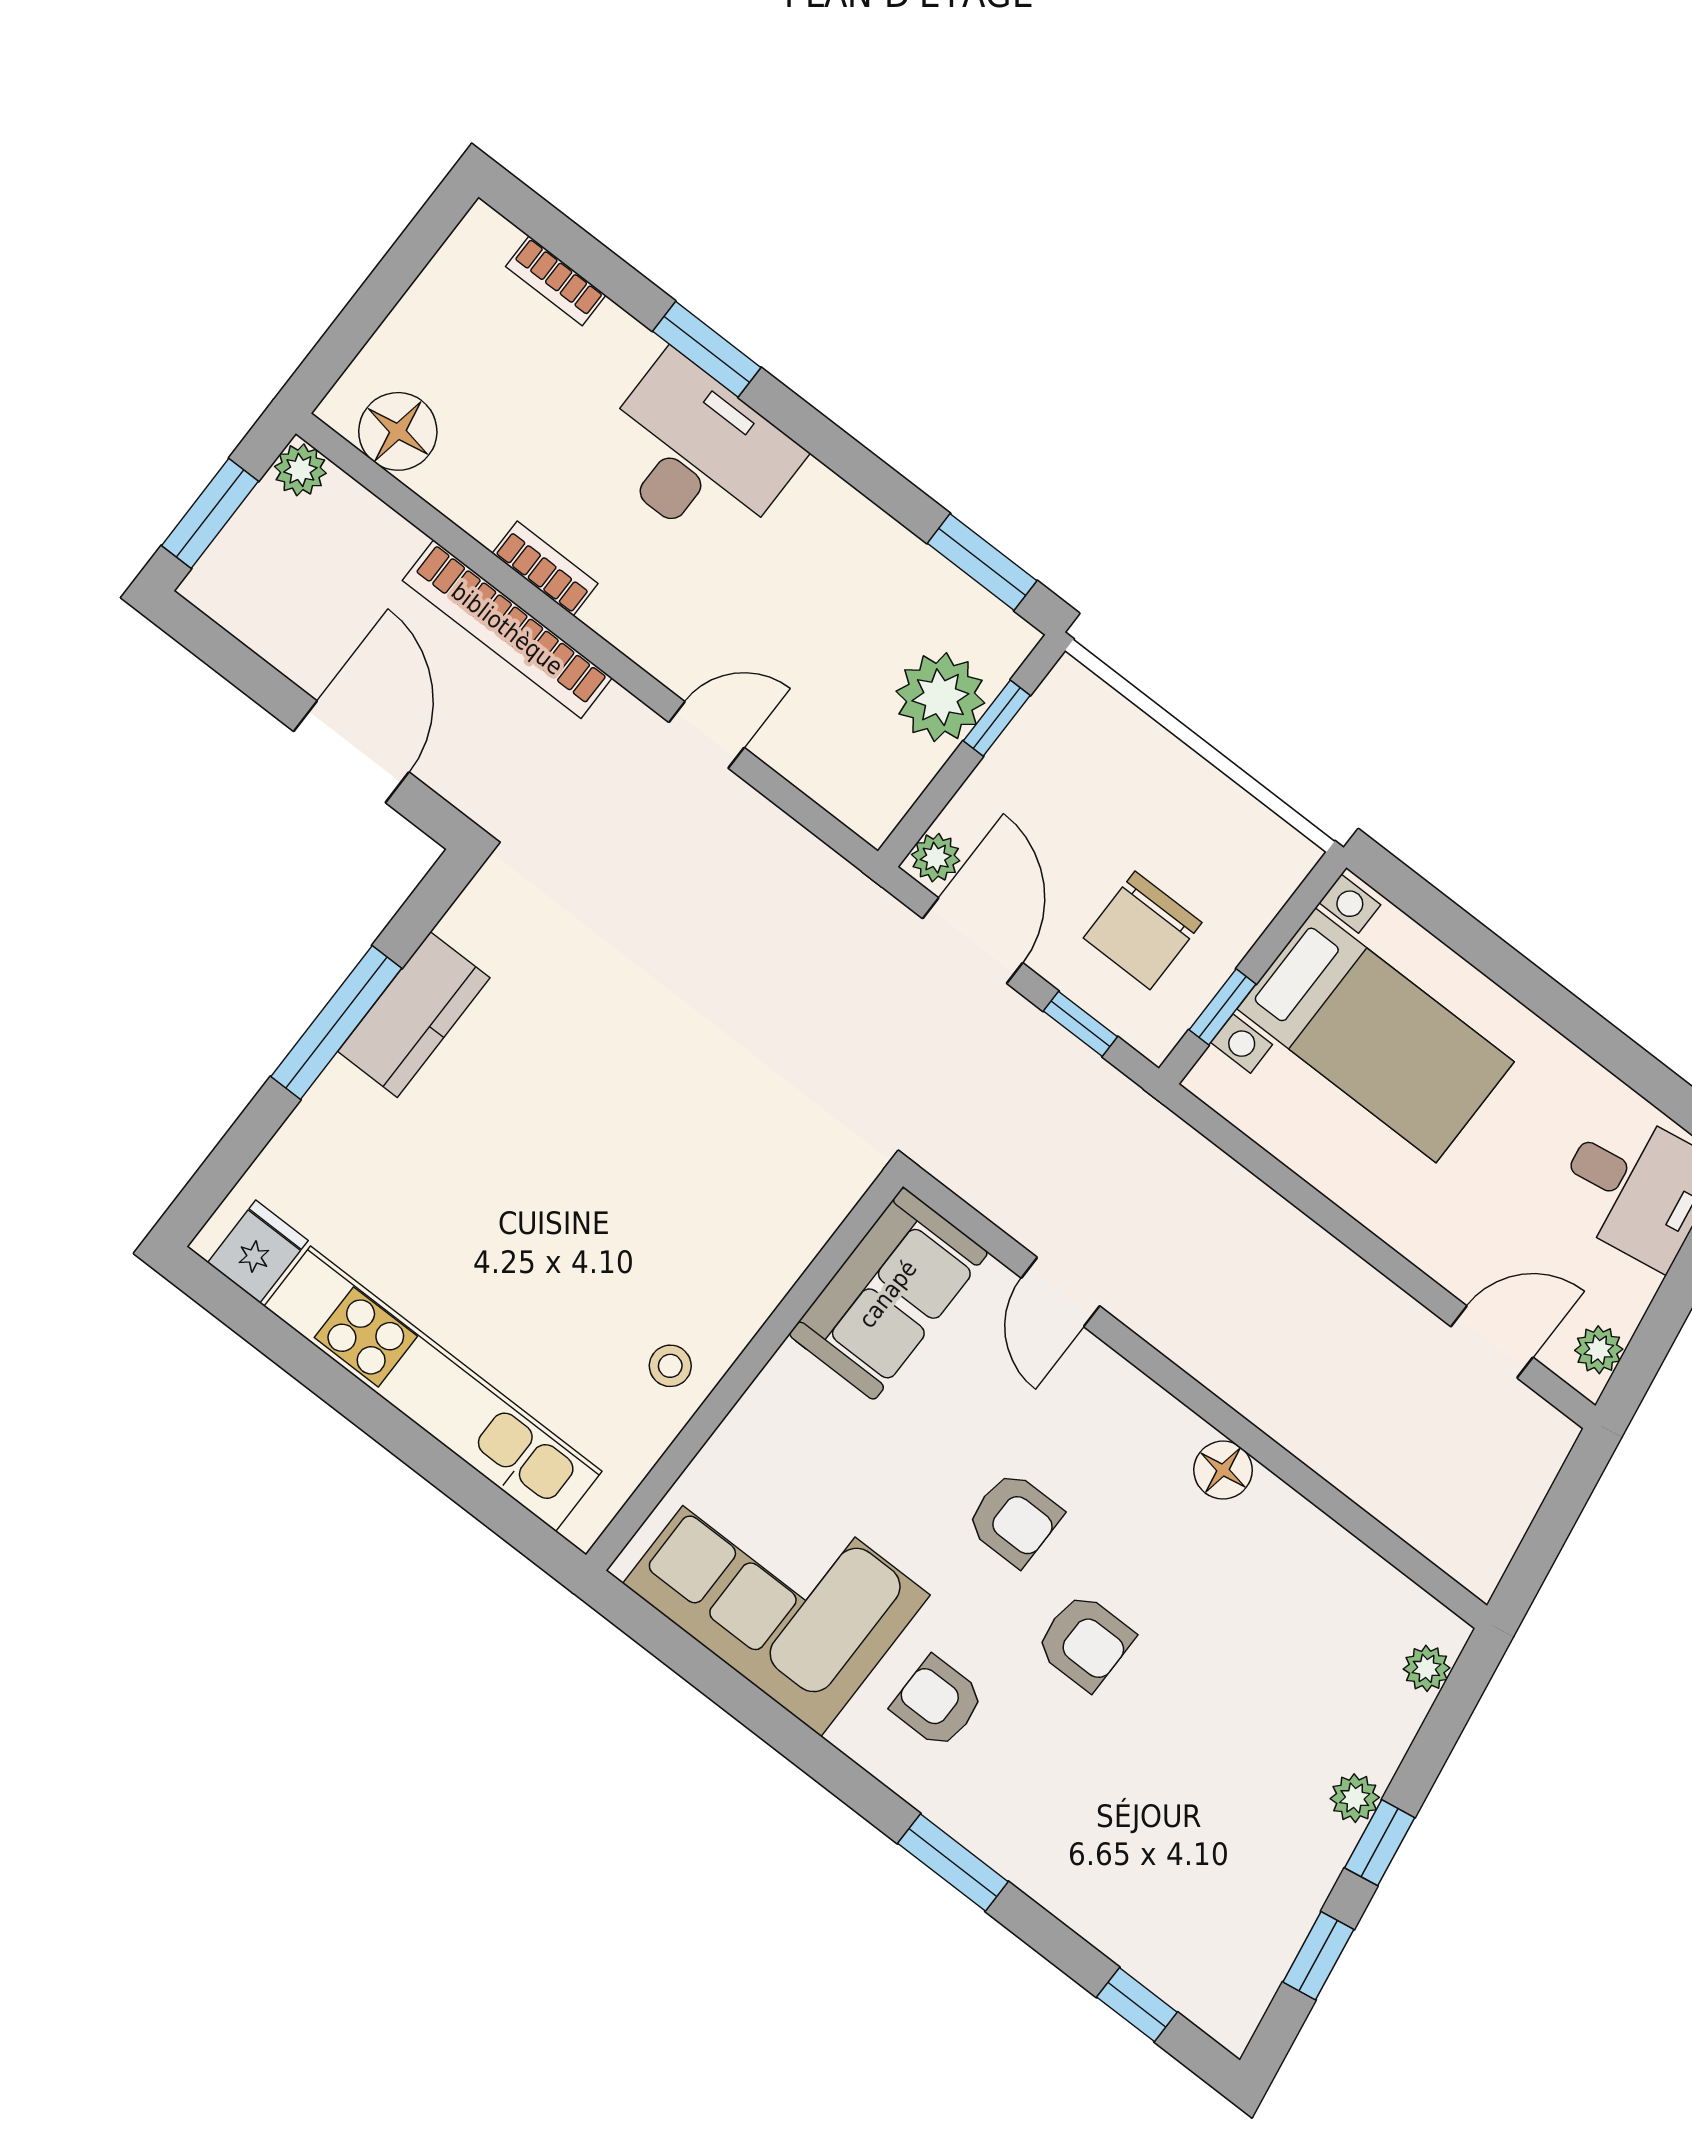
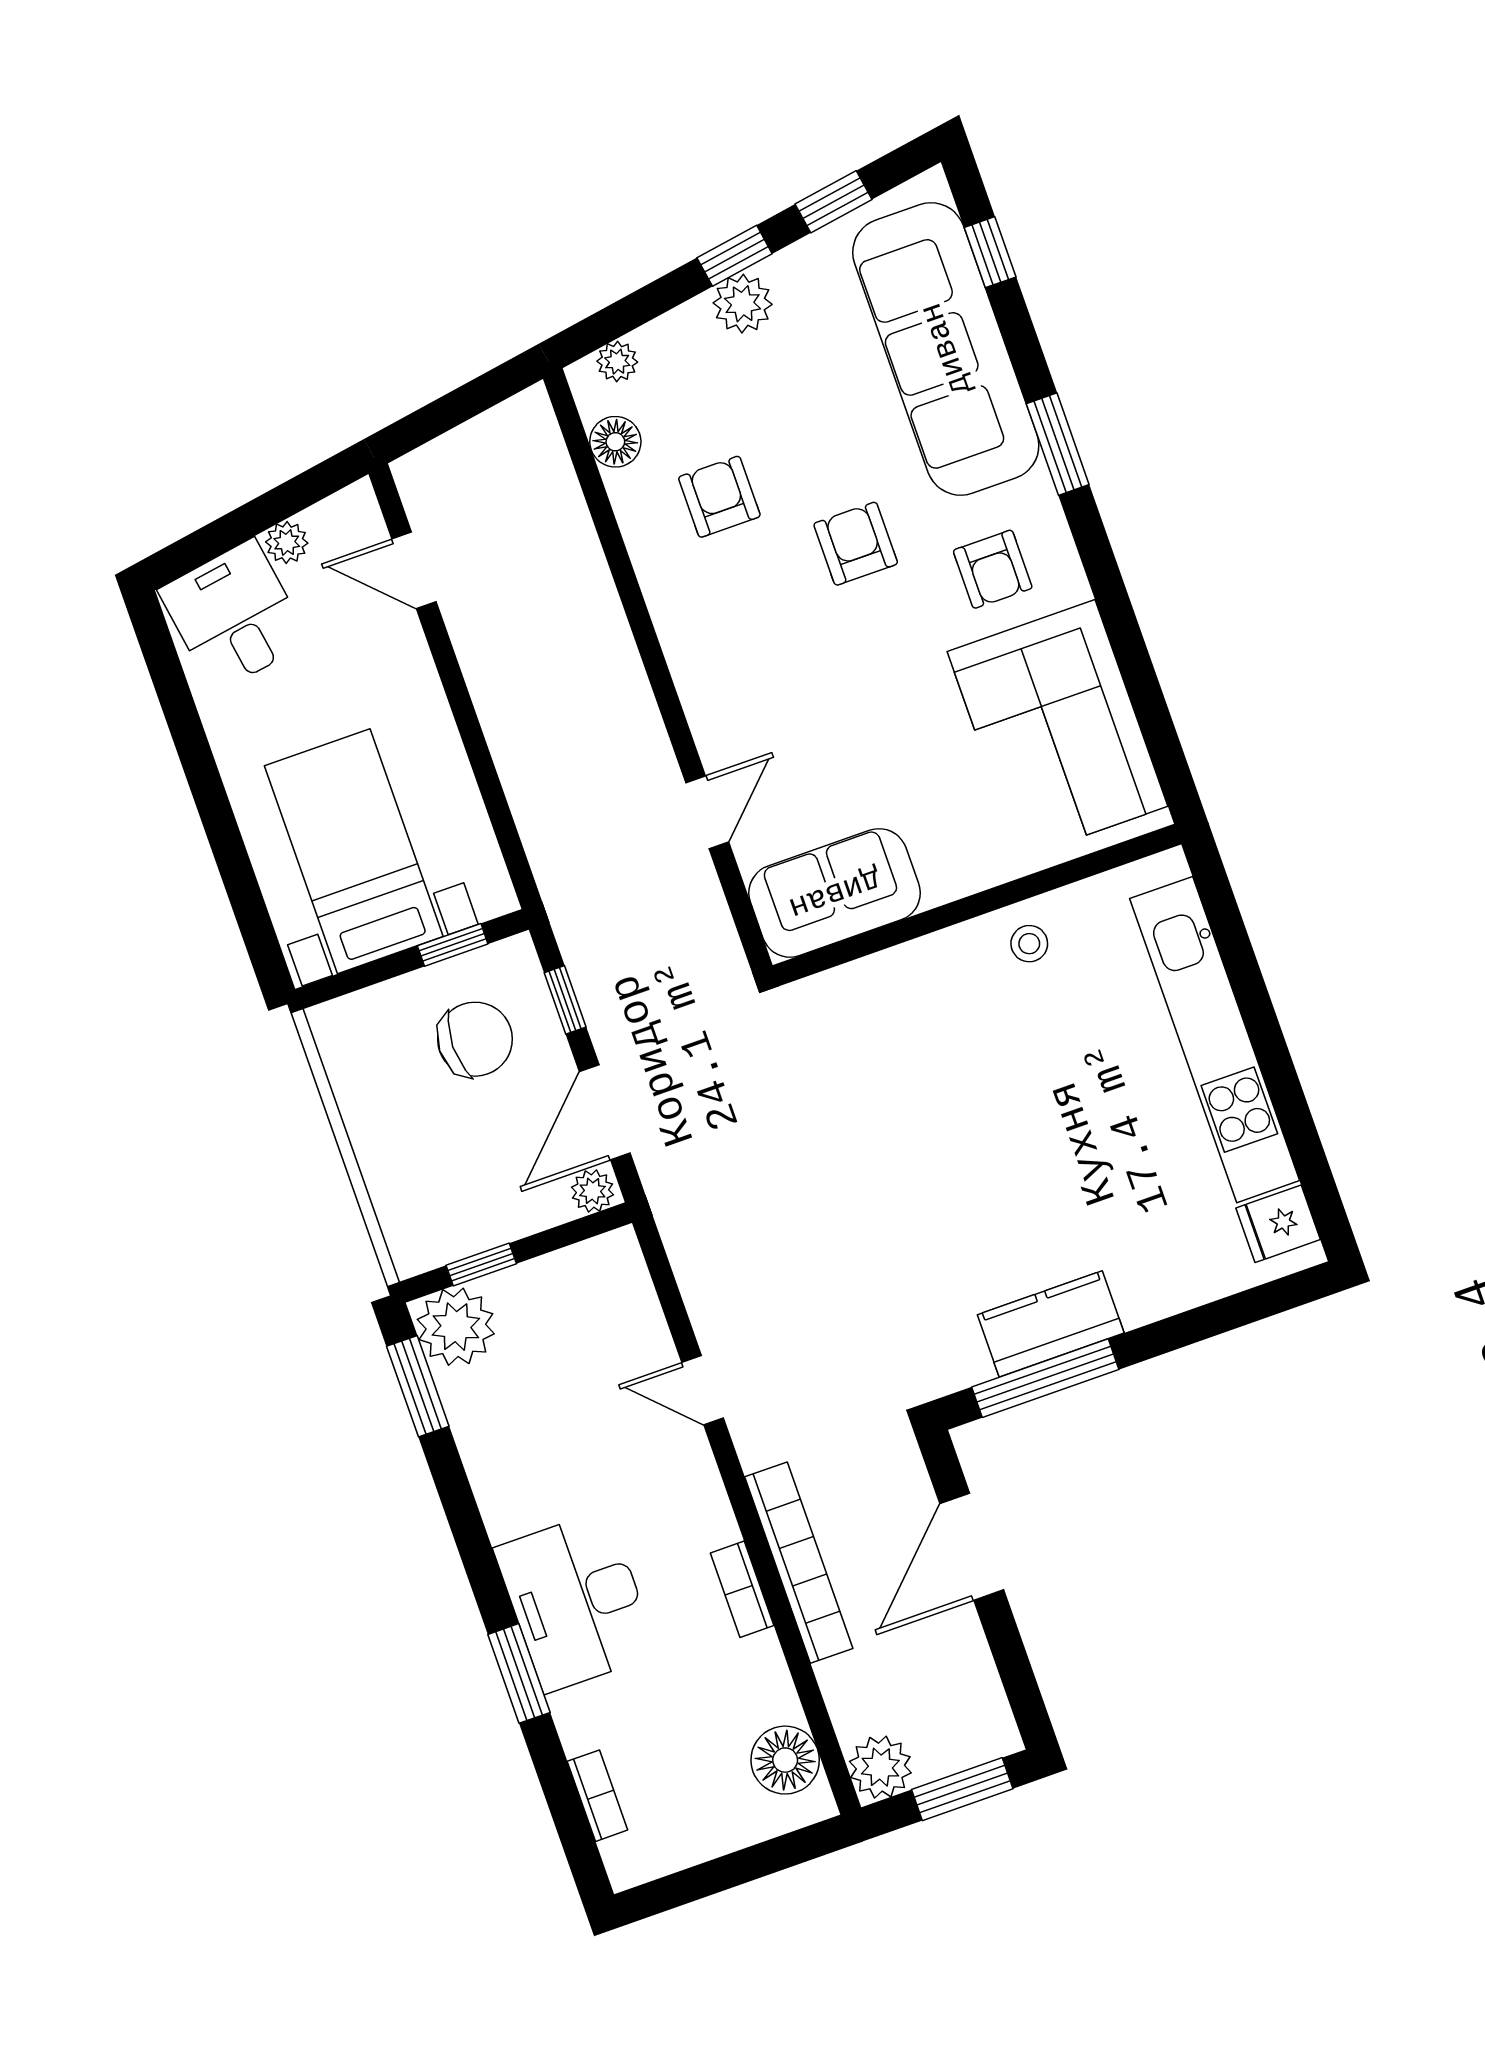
plant: (300, 470) -> (880, 1767), width x1.38, depth x1.38
plant: (940, 697) -> (456, 1327), moved
window: (336, 1022) -> (1045, 1378), moved
plant: (1599, 1350) -> (287, 542), moved
floor lamp: (1223, 1470) -> (615, 442), moved
armchair: (1014, 1519) -> (719, 497), moved
plant: (1355, 1798) -> (743, 304), width x1.38, depth x1.38
sofa: (1119, 1884) -> (946, 349), added

